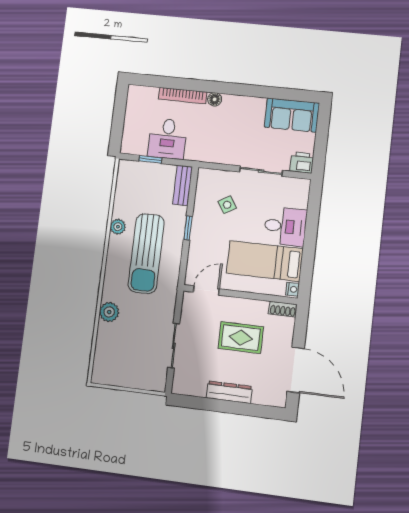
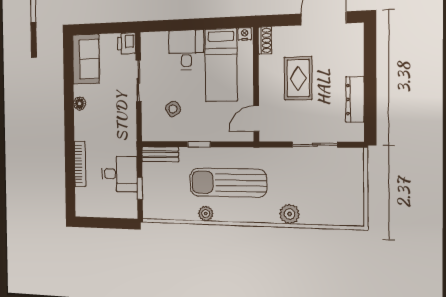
floor lamp: (215, 99) -> (80, 104), moved
sun lounger: (146, 254) -> (228, 183), turned 180
door: (206, 290) -> (256, 119), hinge flipped
dresser: (229, 392) -> (355, 99), moved

